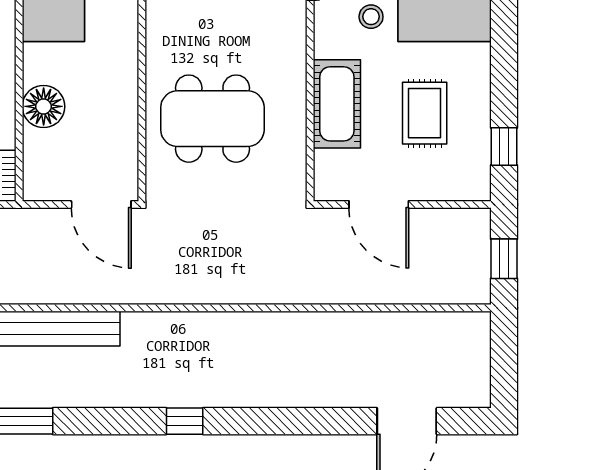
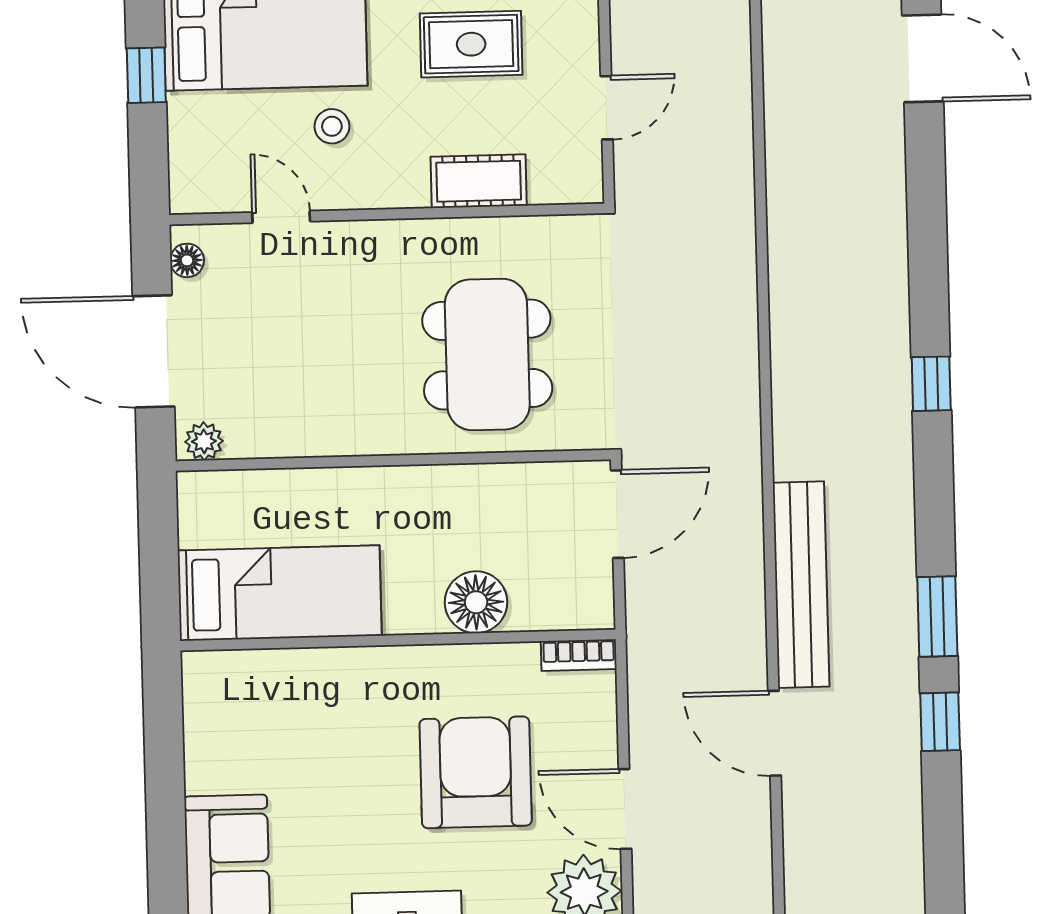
cot: (337, 104) -> (479, 181), width x0.73, depth x0.75
door: (379, 205) -> (607, 108), width x0.73

